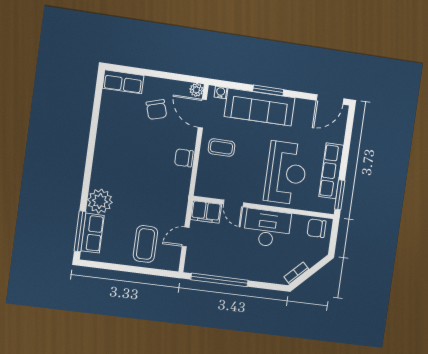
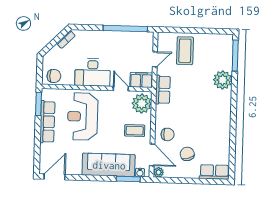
window: (268, 90) -> (128, 179), moved
chair: (184, 158) -> (168, 134), moved
plant: (209, 181) -> (142, 104), added
row of seats: (92, 233) -> (163, 90), moved, turned 180

